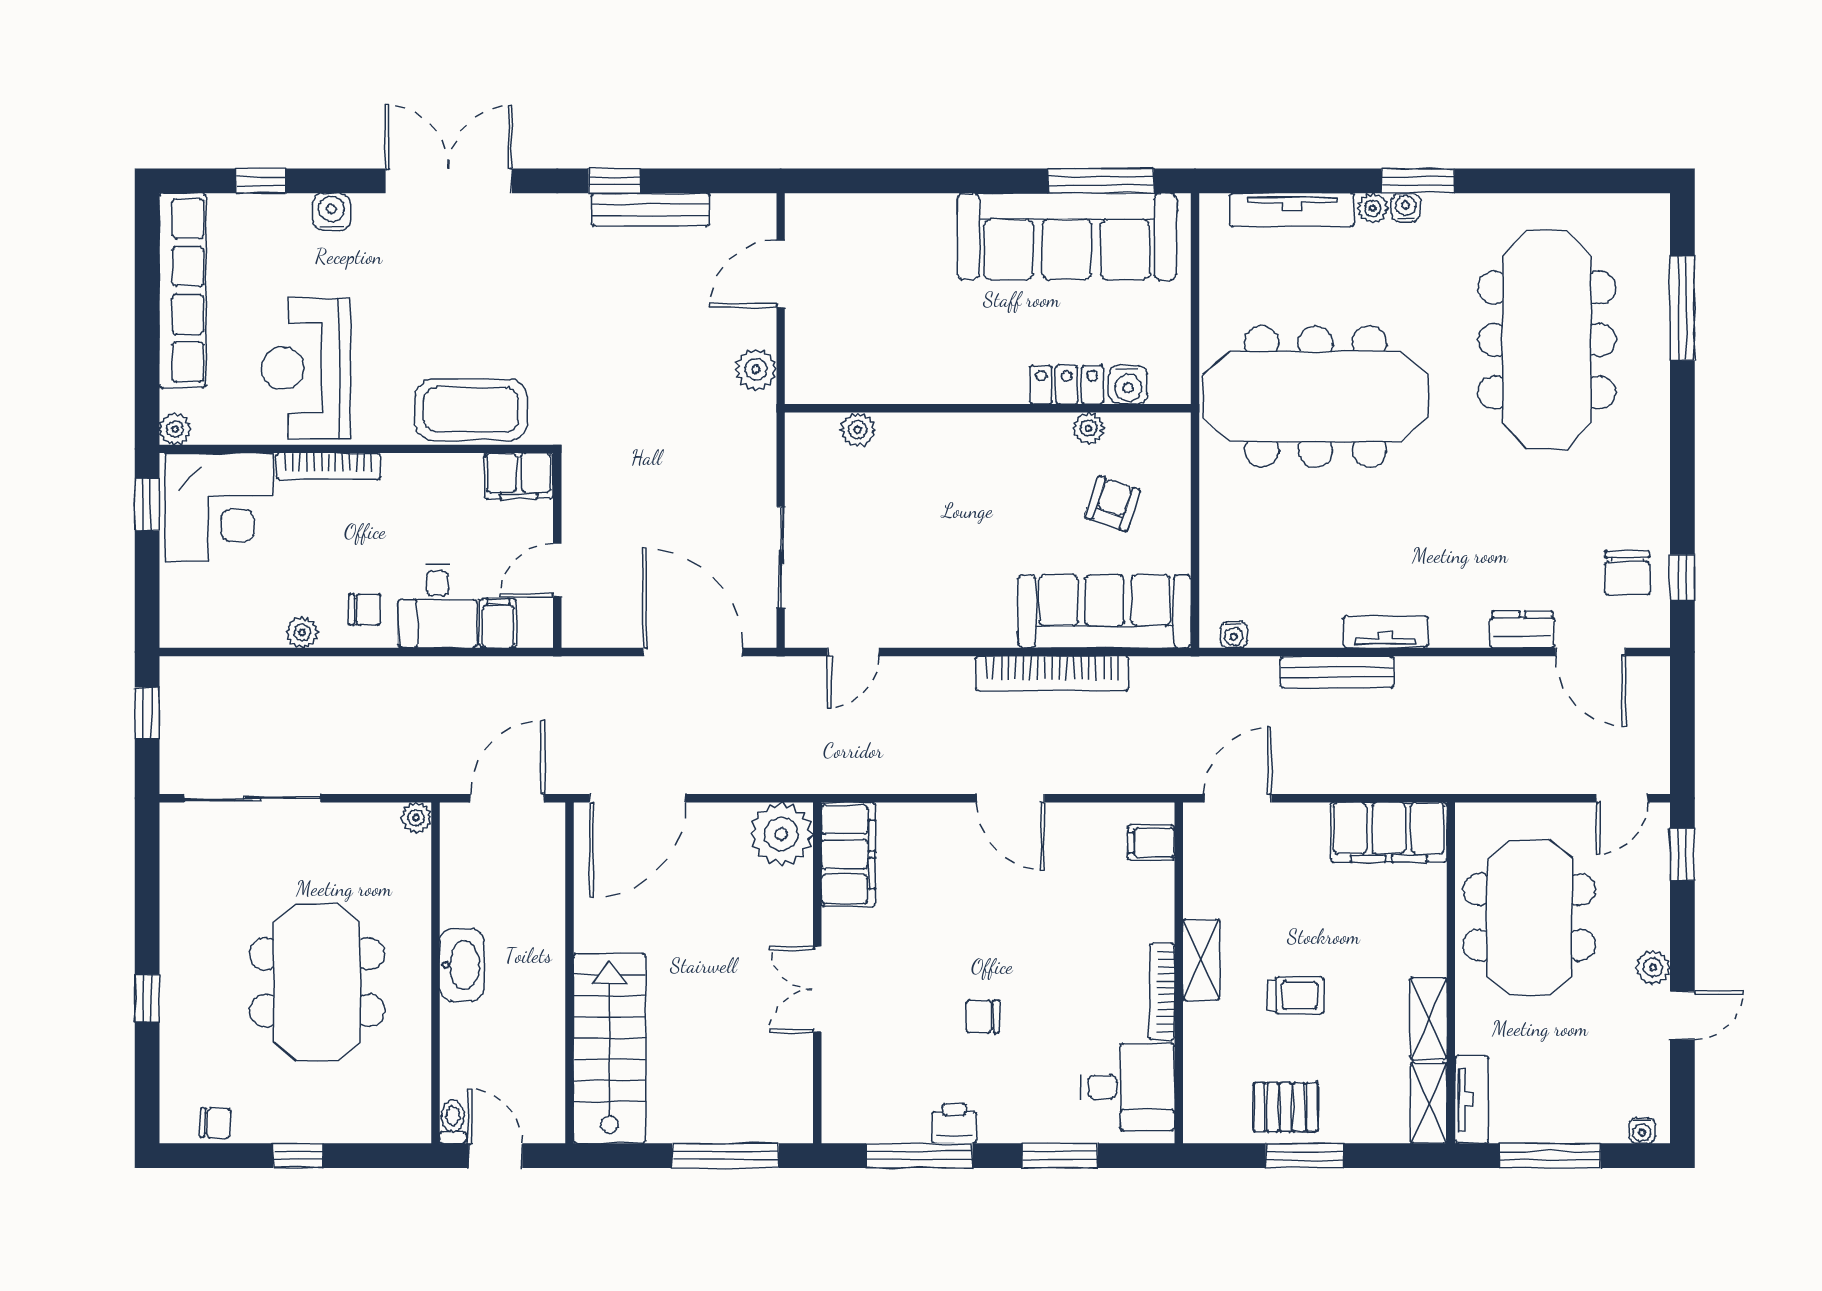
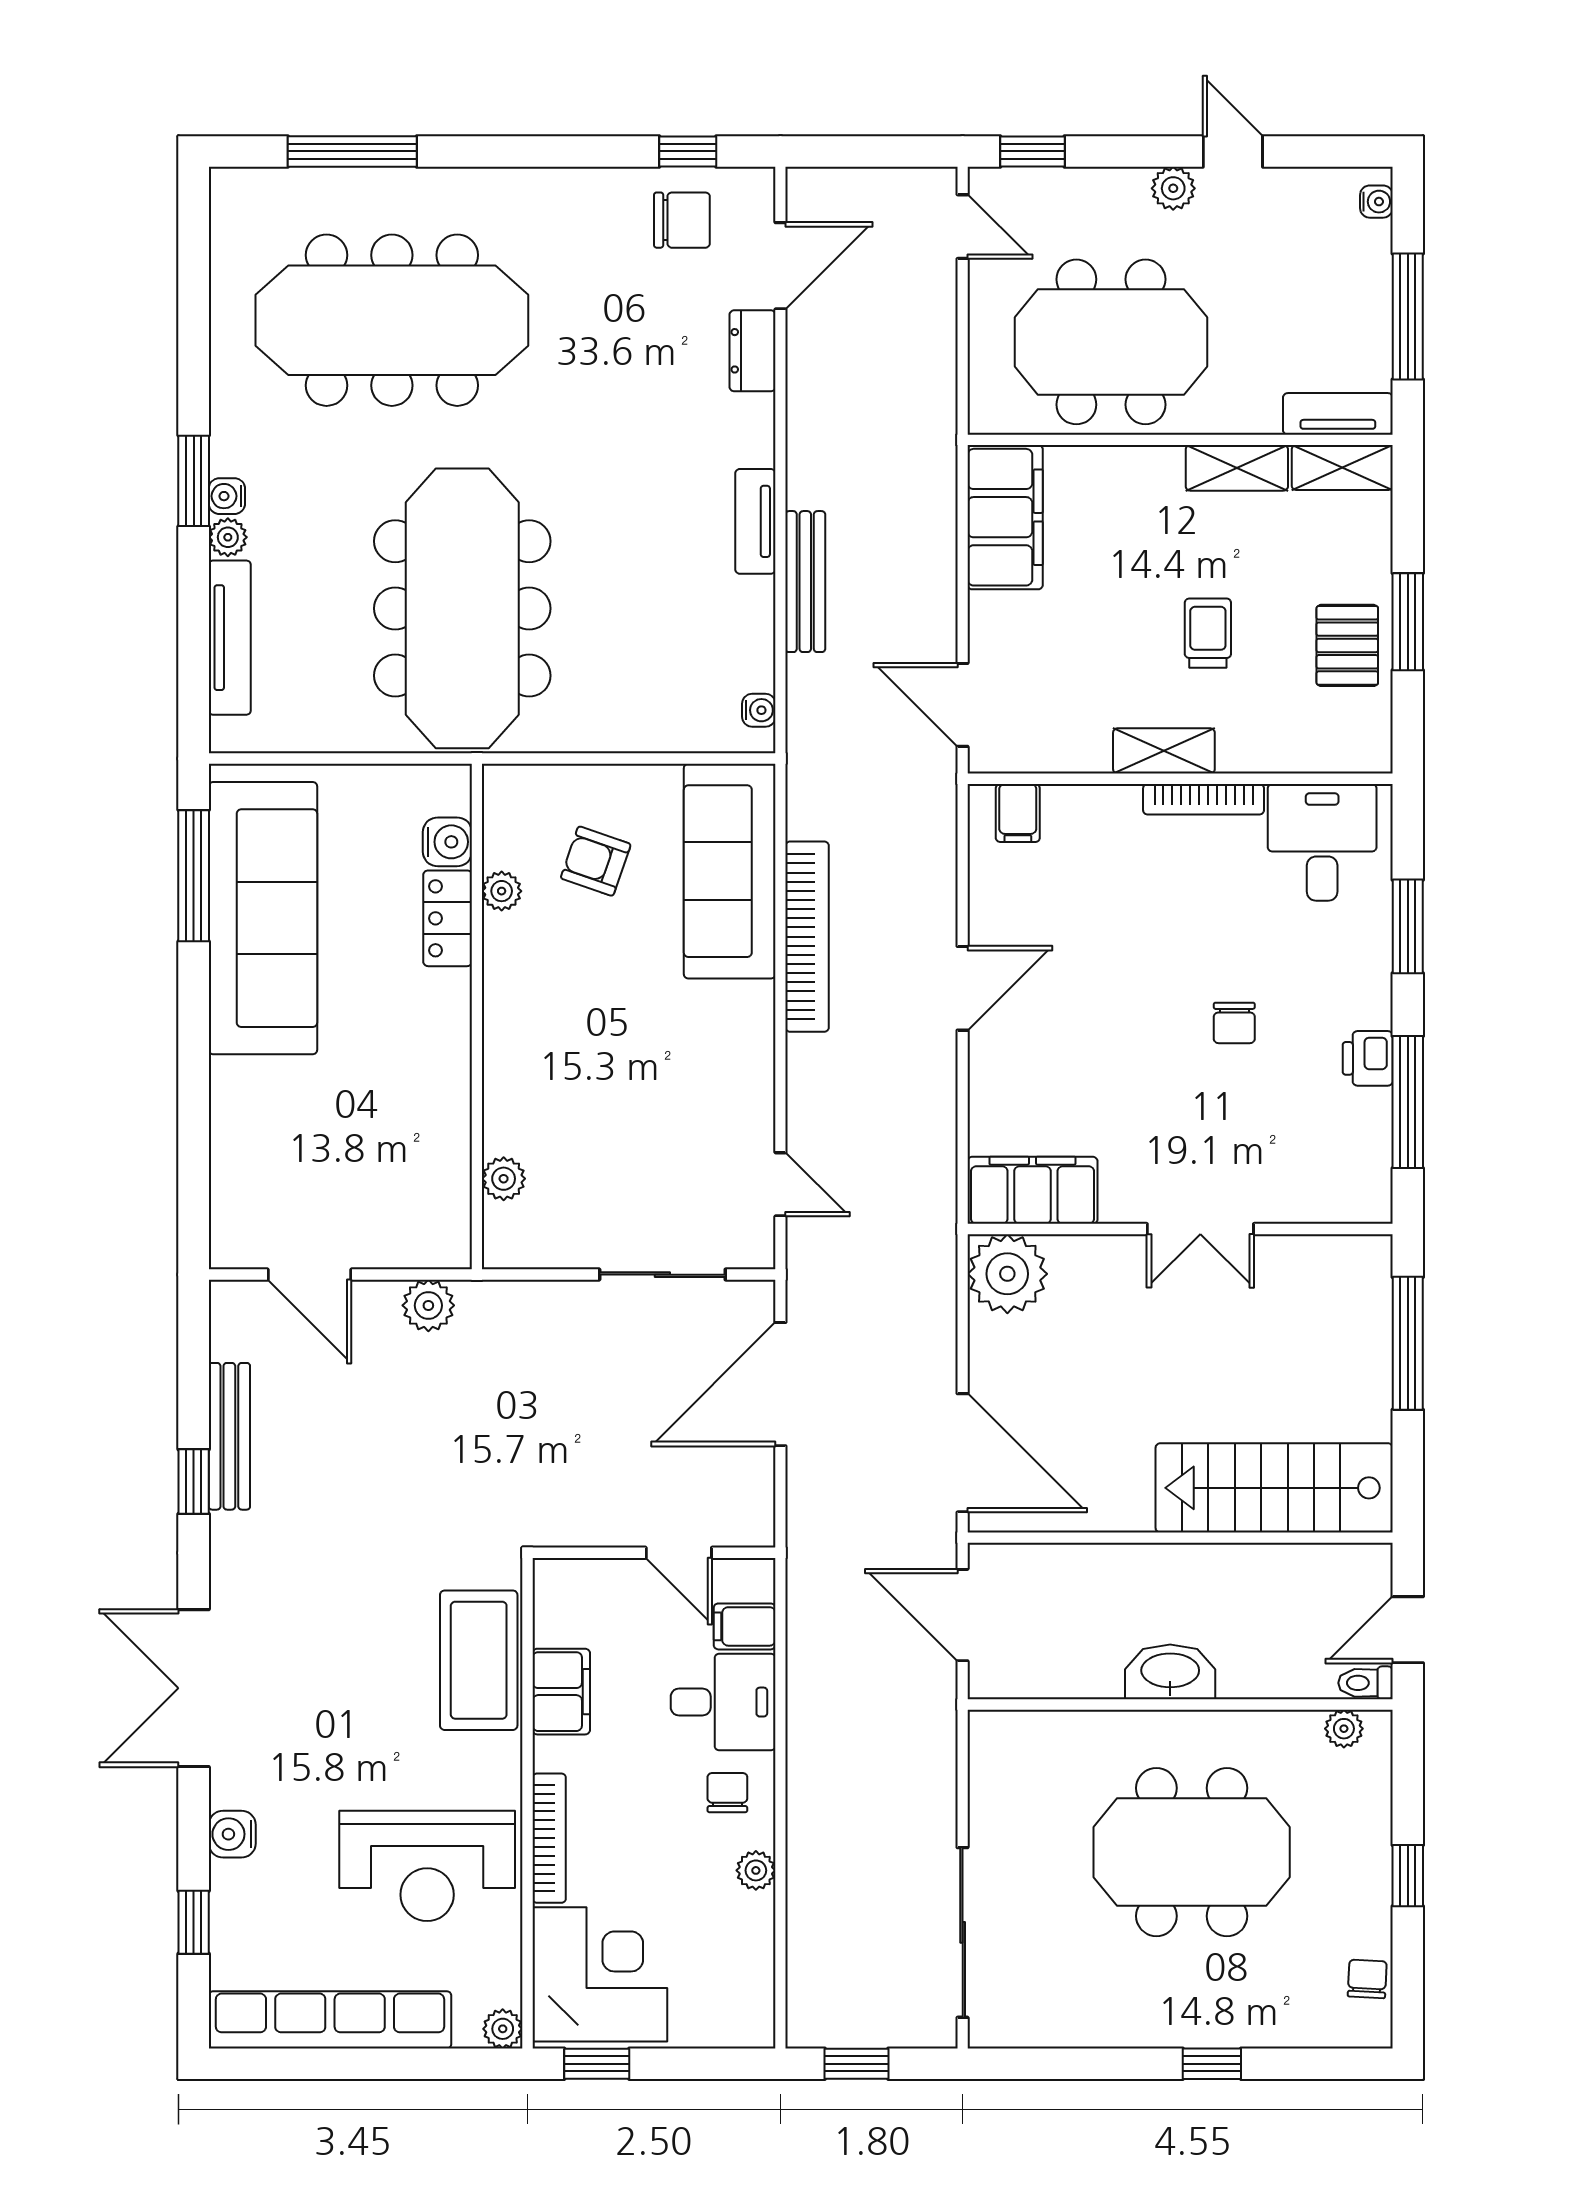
filing cabinet: (519, 476) -> (561, 1692), moved
plant: (416, 818) -> (1344, 1729), moved

